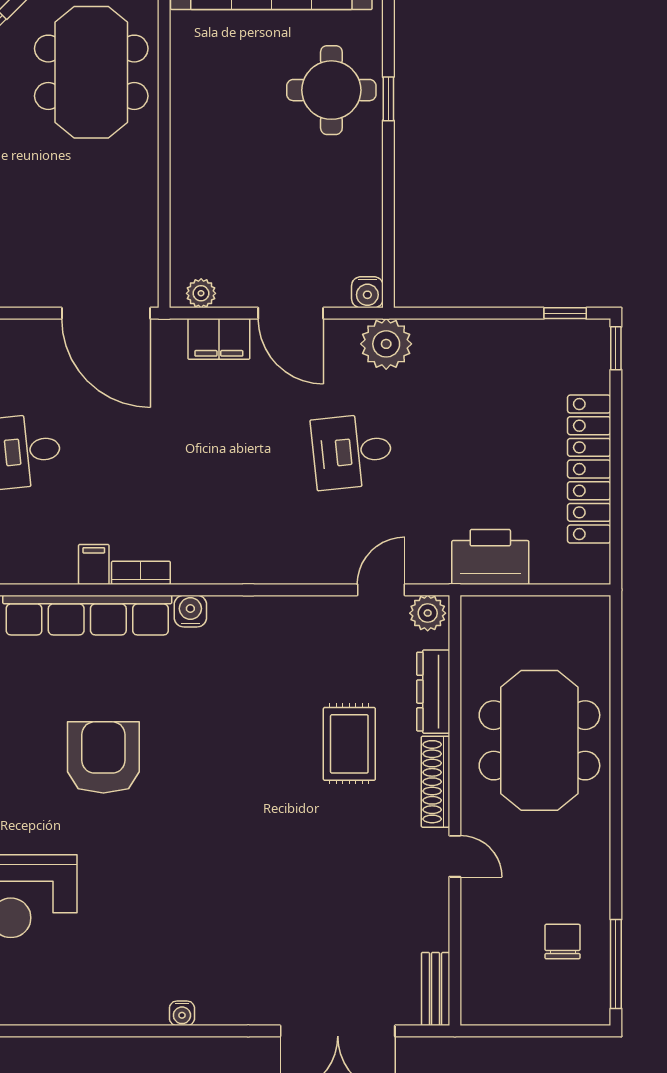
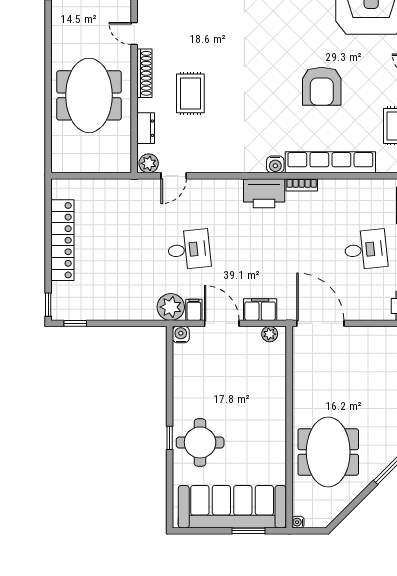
printer: (490, 557) -> (264, 193), moved
filing cabinet: (94, 564) -> (194, 310), moved, turned 180
dresser: (433, 692) -> (146, 128), width x0.70

